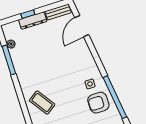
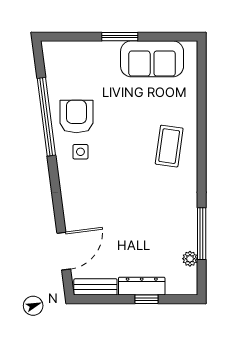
coffee table: (42, 103) -> (169, 146), turned 43
armchair: (98, 103) -> (76, 117), turned -90

